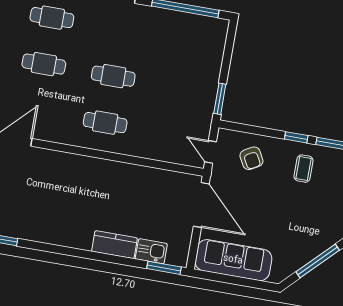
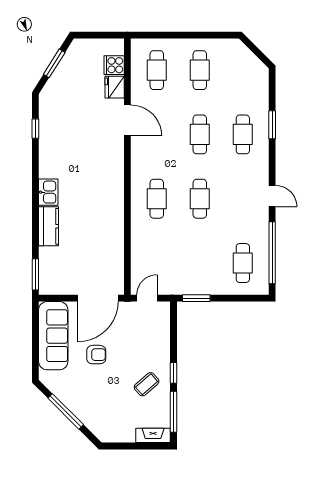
cafe table: (191, 42) -> (243, 263), added
armchair: (251, 158) -> (96, 355), moved, turned -151
coffee table: (304, 169) -> (147, 384), turned -41
kitchen sink: (151, 251) -> (48, 192), moved

